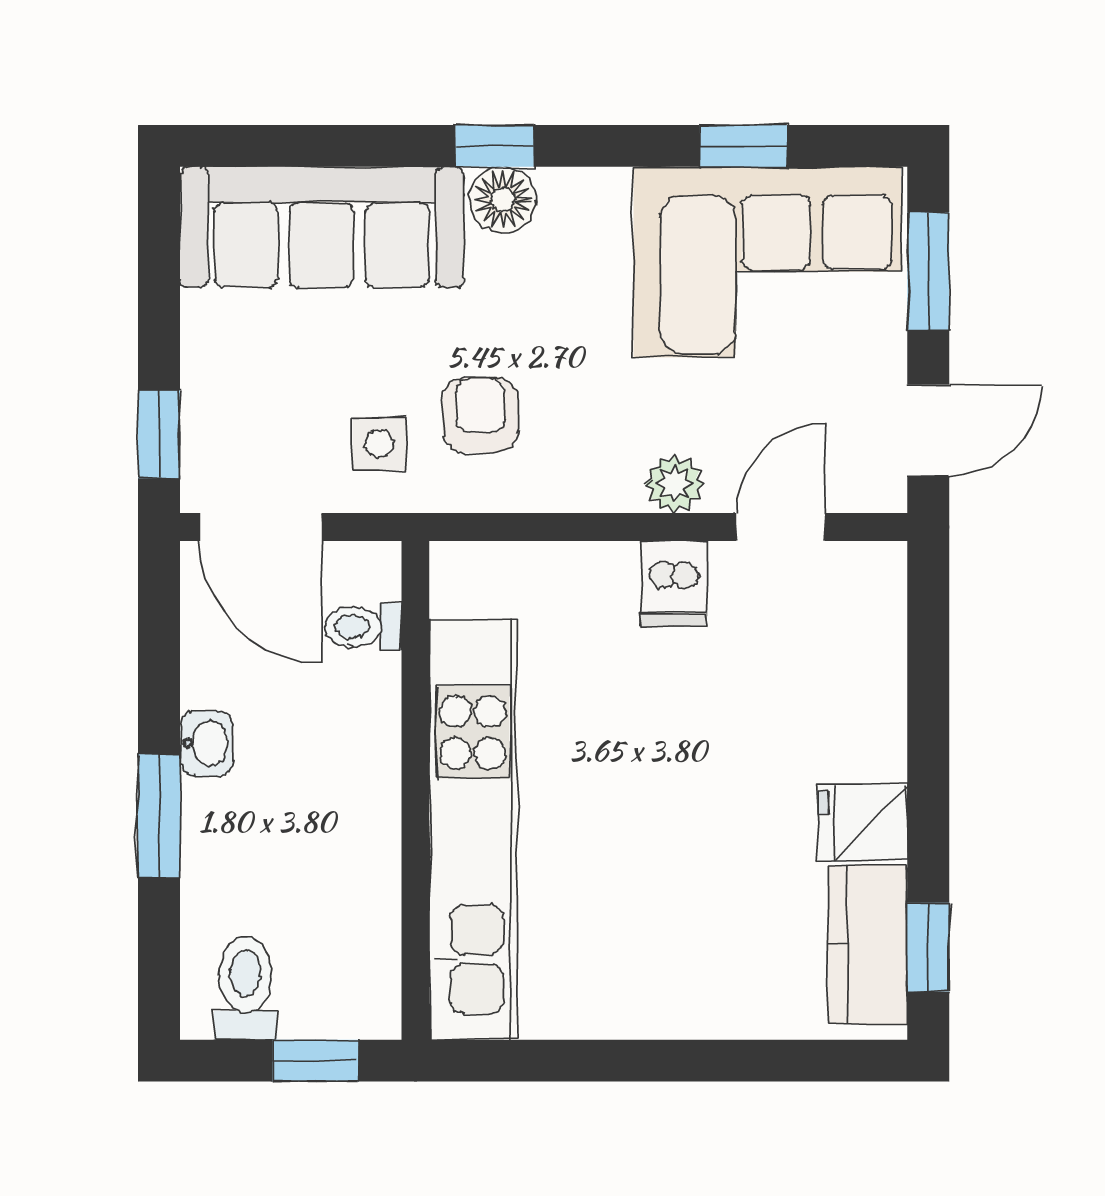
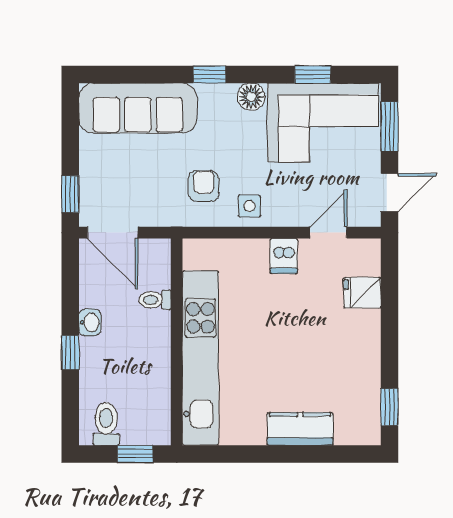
floor lamp: (503, 200) -> (251, 97), moved
side table: (379, 444) -> (249, 206), moved
plant: (675, 484) -> (284, 215), removed
toilet: (363, 627) -> (155, 300), moved
window: (159, 816) -> (70, 352), width x0.67
fridge: (863, 822) -> (362, 293), moved
kitchen counter: (868, 945) -> (300, 429), moved, turned 90

